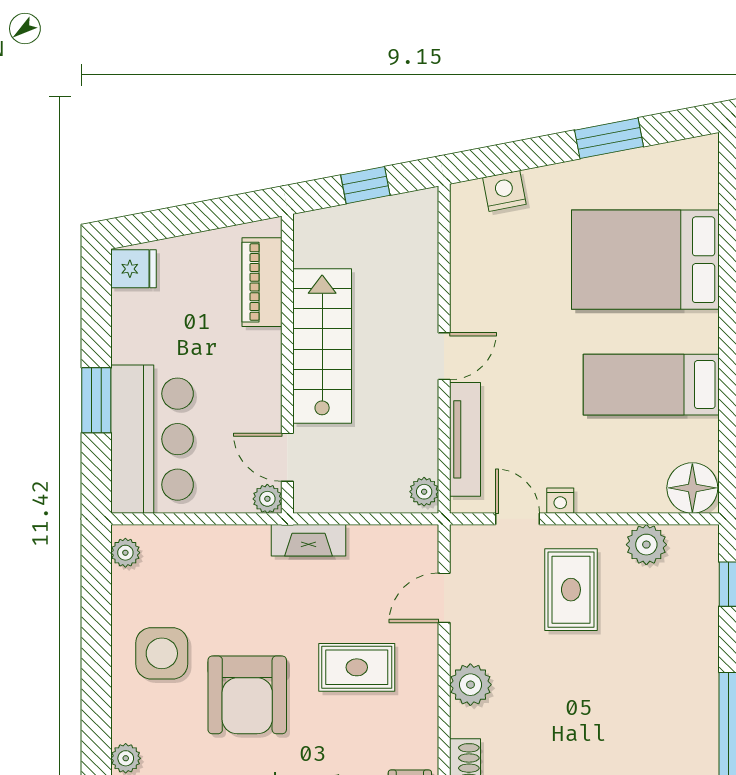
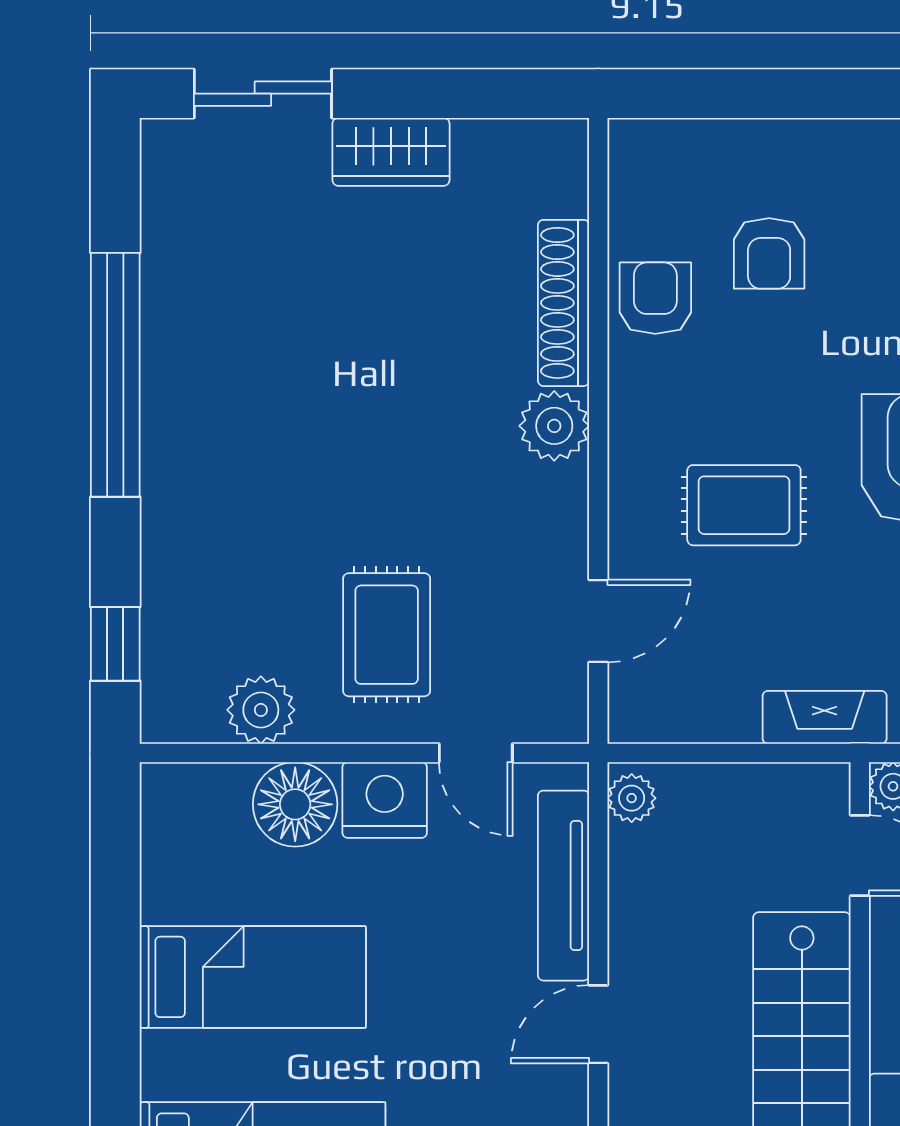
floor lamp: (692, 488) -> (295, 804), moved
nightstand: (560, 501) -> (385, 800), width x1.89, depth x1.79
plant: (470, 685) -> (554, 426), moved

